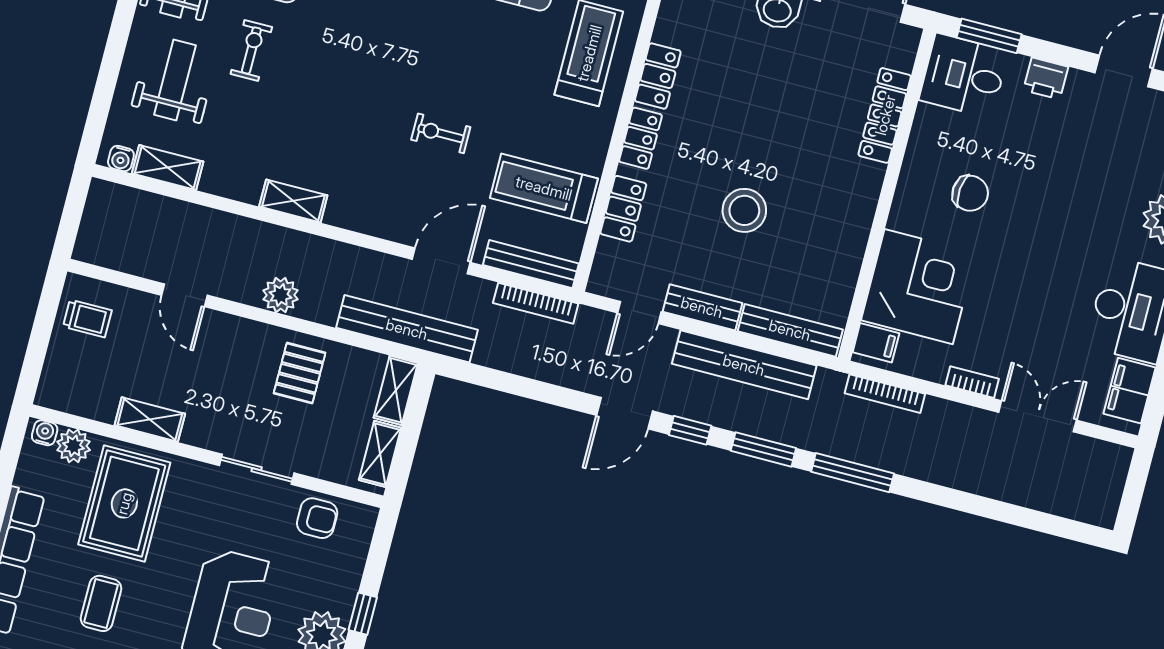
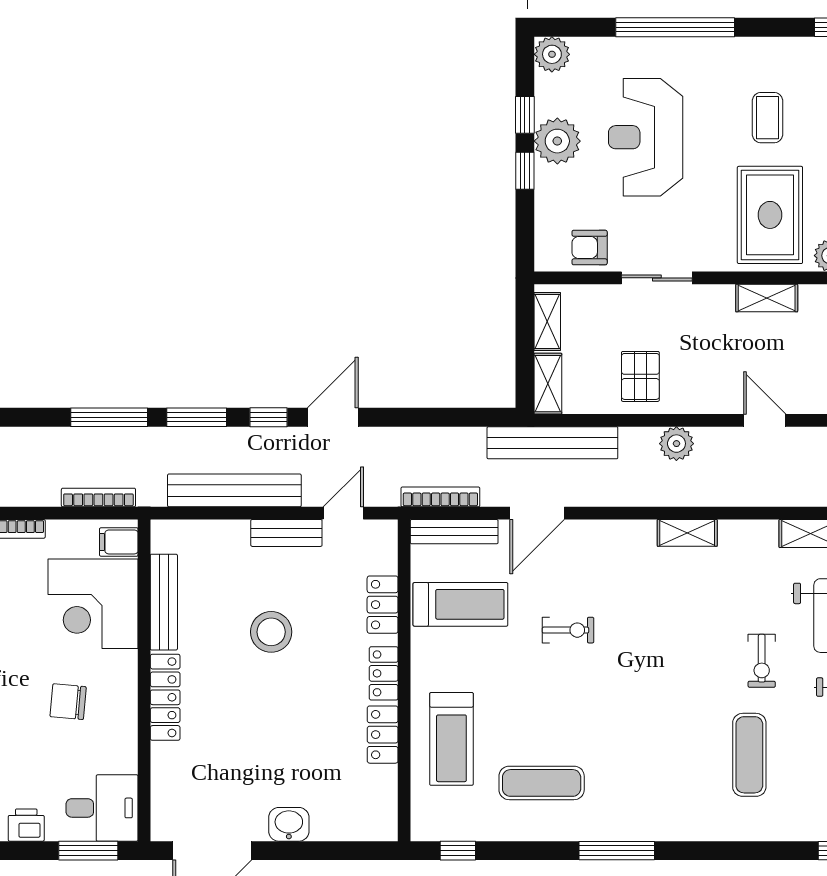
locker: (885, 115) -> (165, 697), moved
bench: (790, 330) -> (164, 602), moved, turned 90

